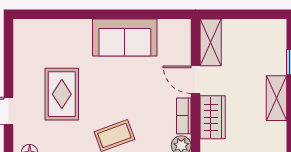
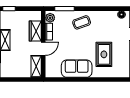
door: (196, 80) -> (43, 49), hinge flipped
rug: (62, 94) -> (104, 54), moved

